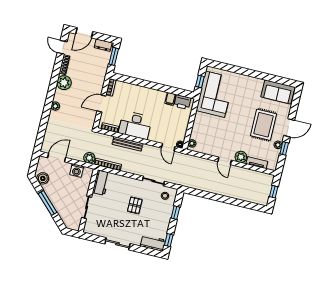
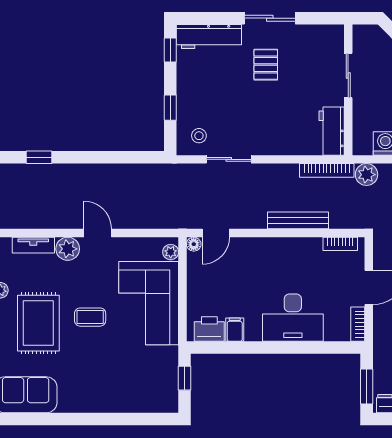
corner sofa: (215, 94) -> (149, 303), moved
coffee table: (238, 122) -> (90, 317), added
desk: (135, 125) -> (293, 318), moved, turned 180
door: (168, 147) -> (216, 233), swing flipped
window: (244, 204) -> (39, 157), added
pallet: (135, 205) -> (266, 65), moved
workbench: (153, 243) -> (209, 37), width x1.37

